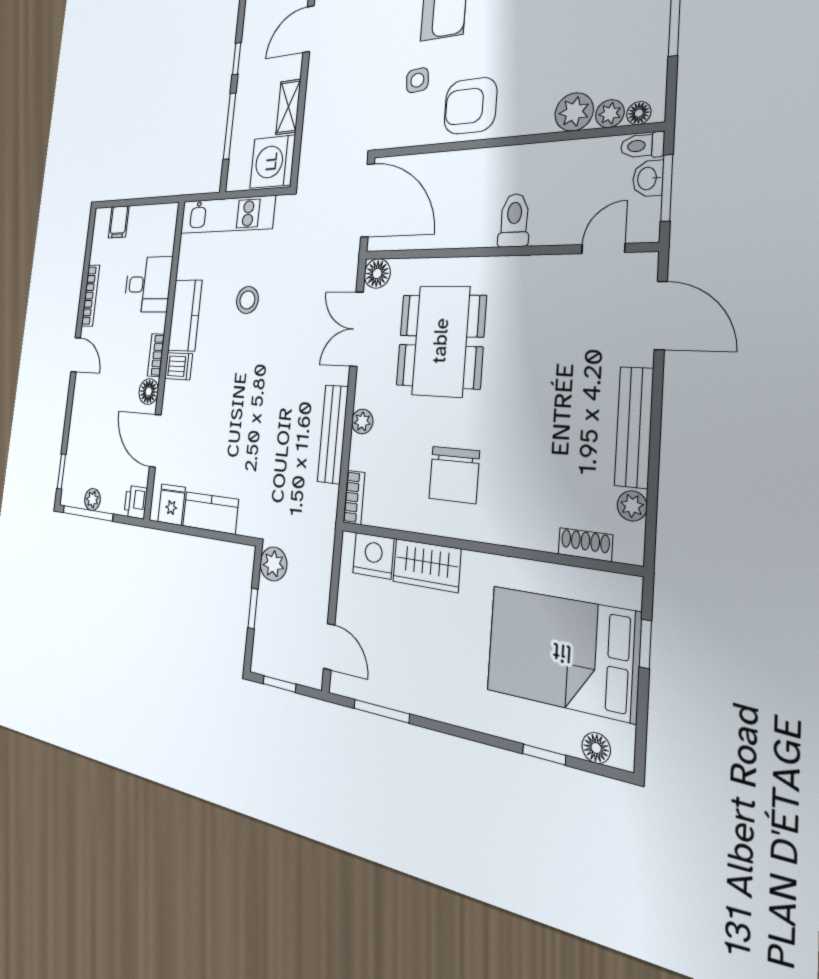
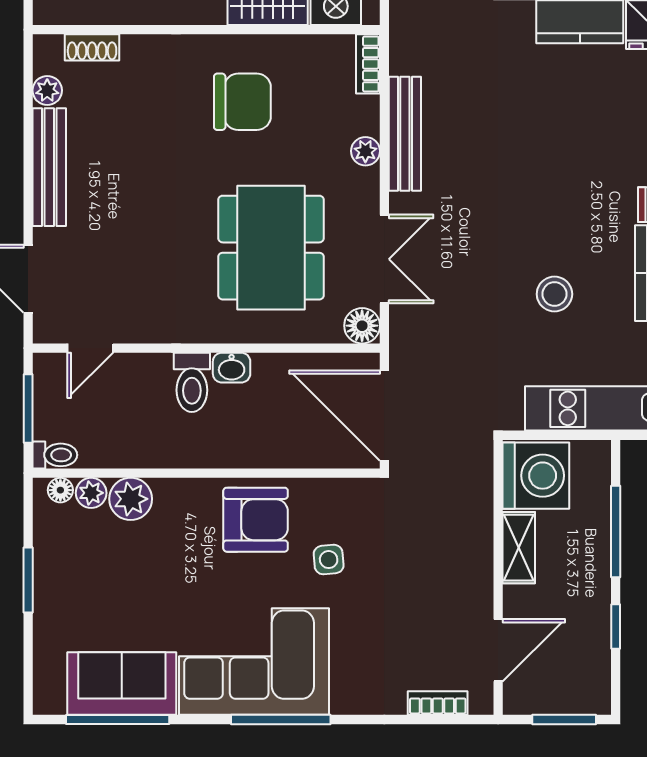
washbasin: (648, 178) -> (232, 368), moved, turned 90
chair: (454, 475) -> (242, 102), turned 90

